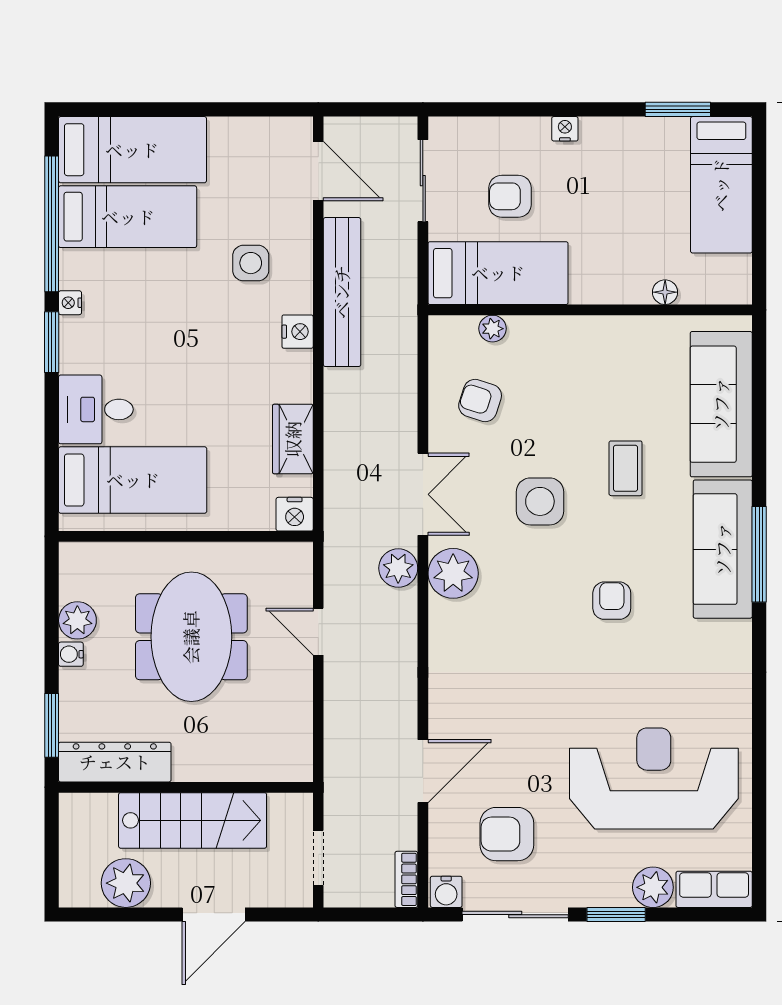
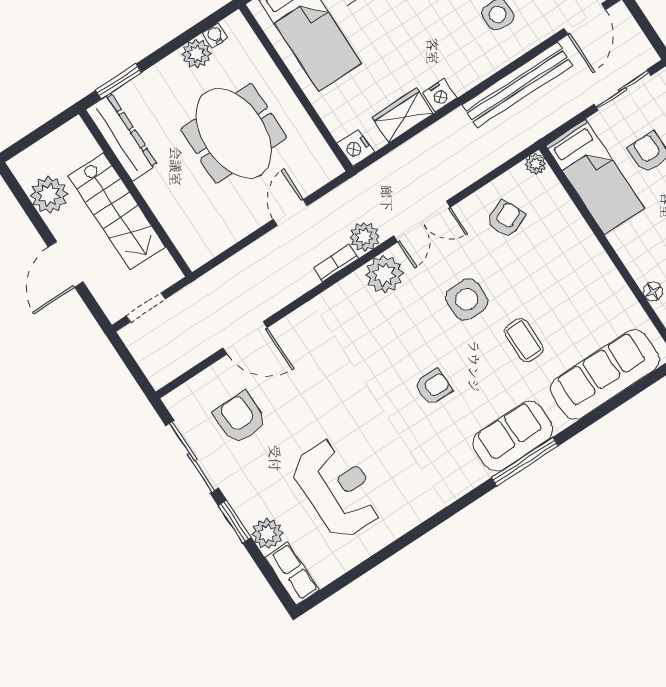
plant: (492, 329) -> (536, 164), moved
nightstand: (298, 332) -> (440, 95), moved
armchair: (480, 401) -> (506, 219), turned 47
coffee table: (626, 468) -> (524, 340), turned 90
sofa: (723, 549) -> (513, 436), width x0.73
meeting table: (191, 637) -> (234, 133), turned 90
water cooler: (71, 654) -> (215, 35), moved
reception desk: (654, 778) -> (337, 488), width x0.74, depth x0.77
bookcase: (406, 879) -> (336, 263), moved
water cooler: (446, 892) -> (178, 403), removed
door: (214, 915) -> (66, 264), hinge flipped

